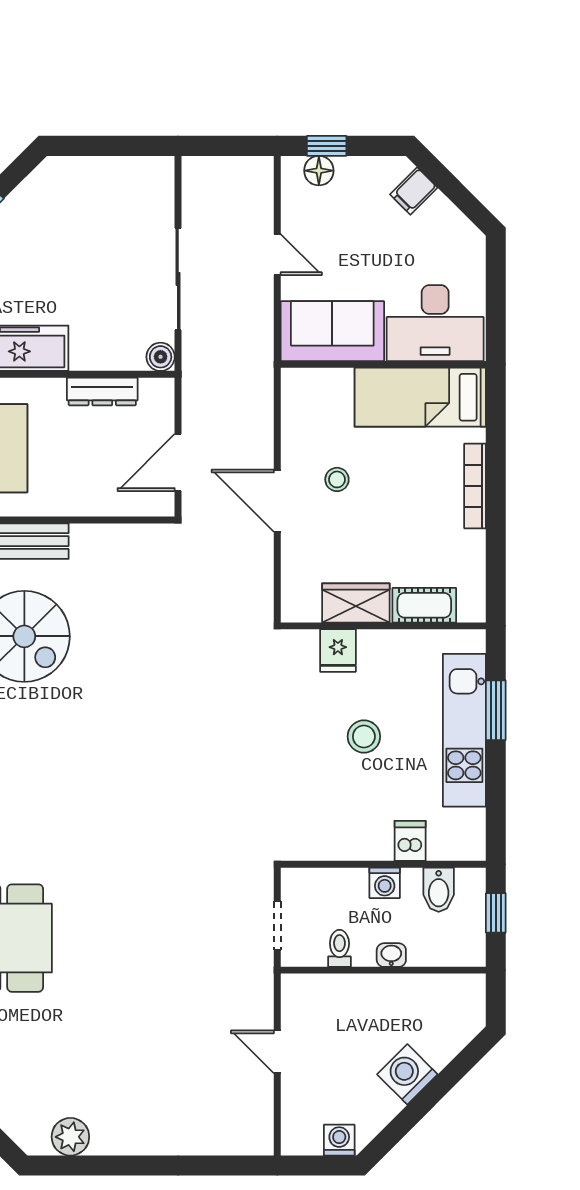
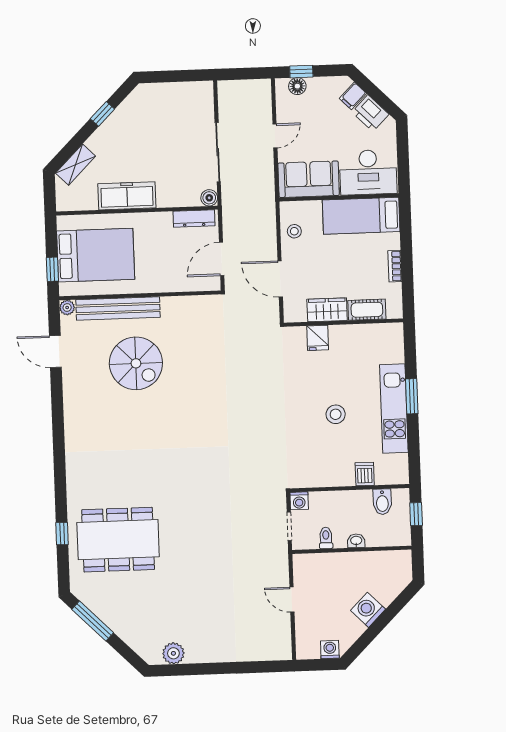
printer: (443, 222) -> (370, 113), added
door: (277, 255) -> (275, 136), hinge flipped
dresser: (102, 391) -> (194, 219), moved
stool: (337, 479) -> (294, 231), moved
bookcase: (475, 486) -> (395, 266), width x0.64
wardrobe: (356, 603) -> (327, 310), moved
cot: (424, 605) -> (367, 310), moved
wall: (383, 626) -> (343, 323), moved
fridge: (338, 650) -> (318, 338), moved
washing machine: (385, 883) -> (299, 501), moved

